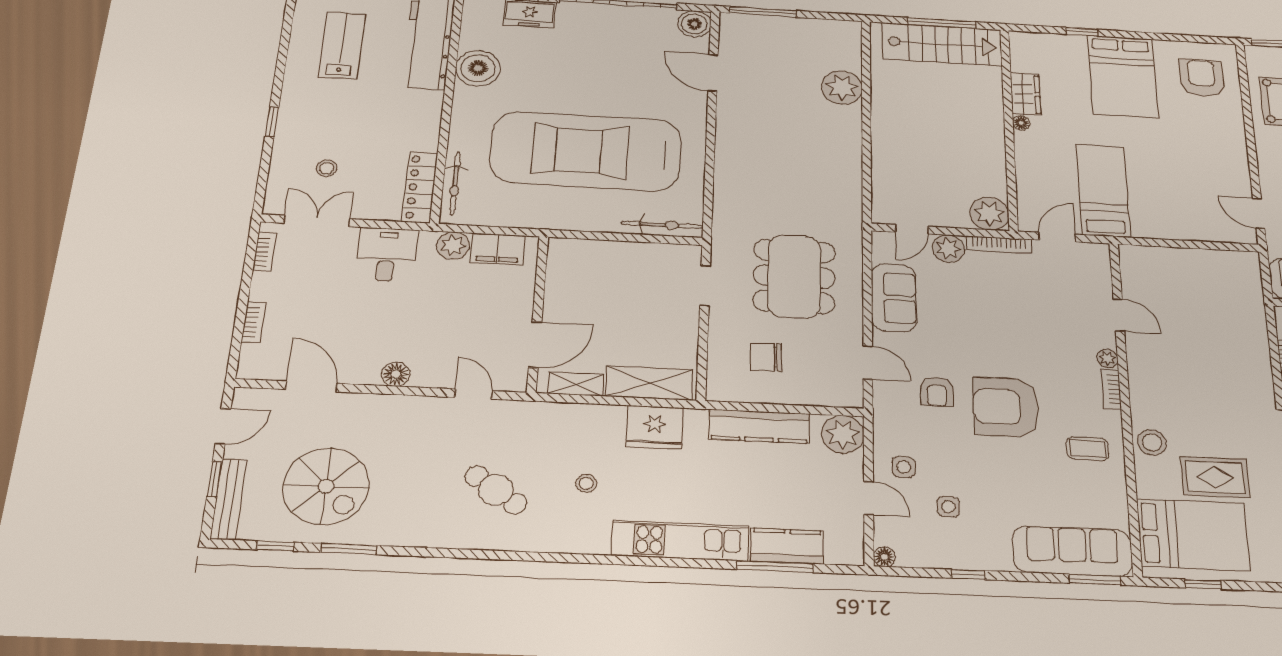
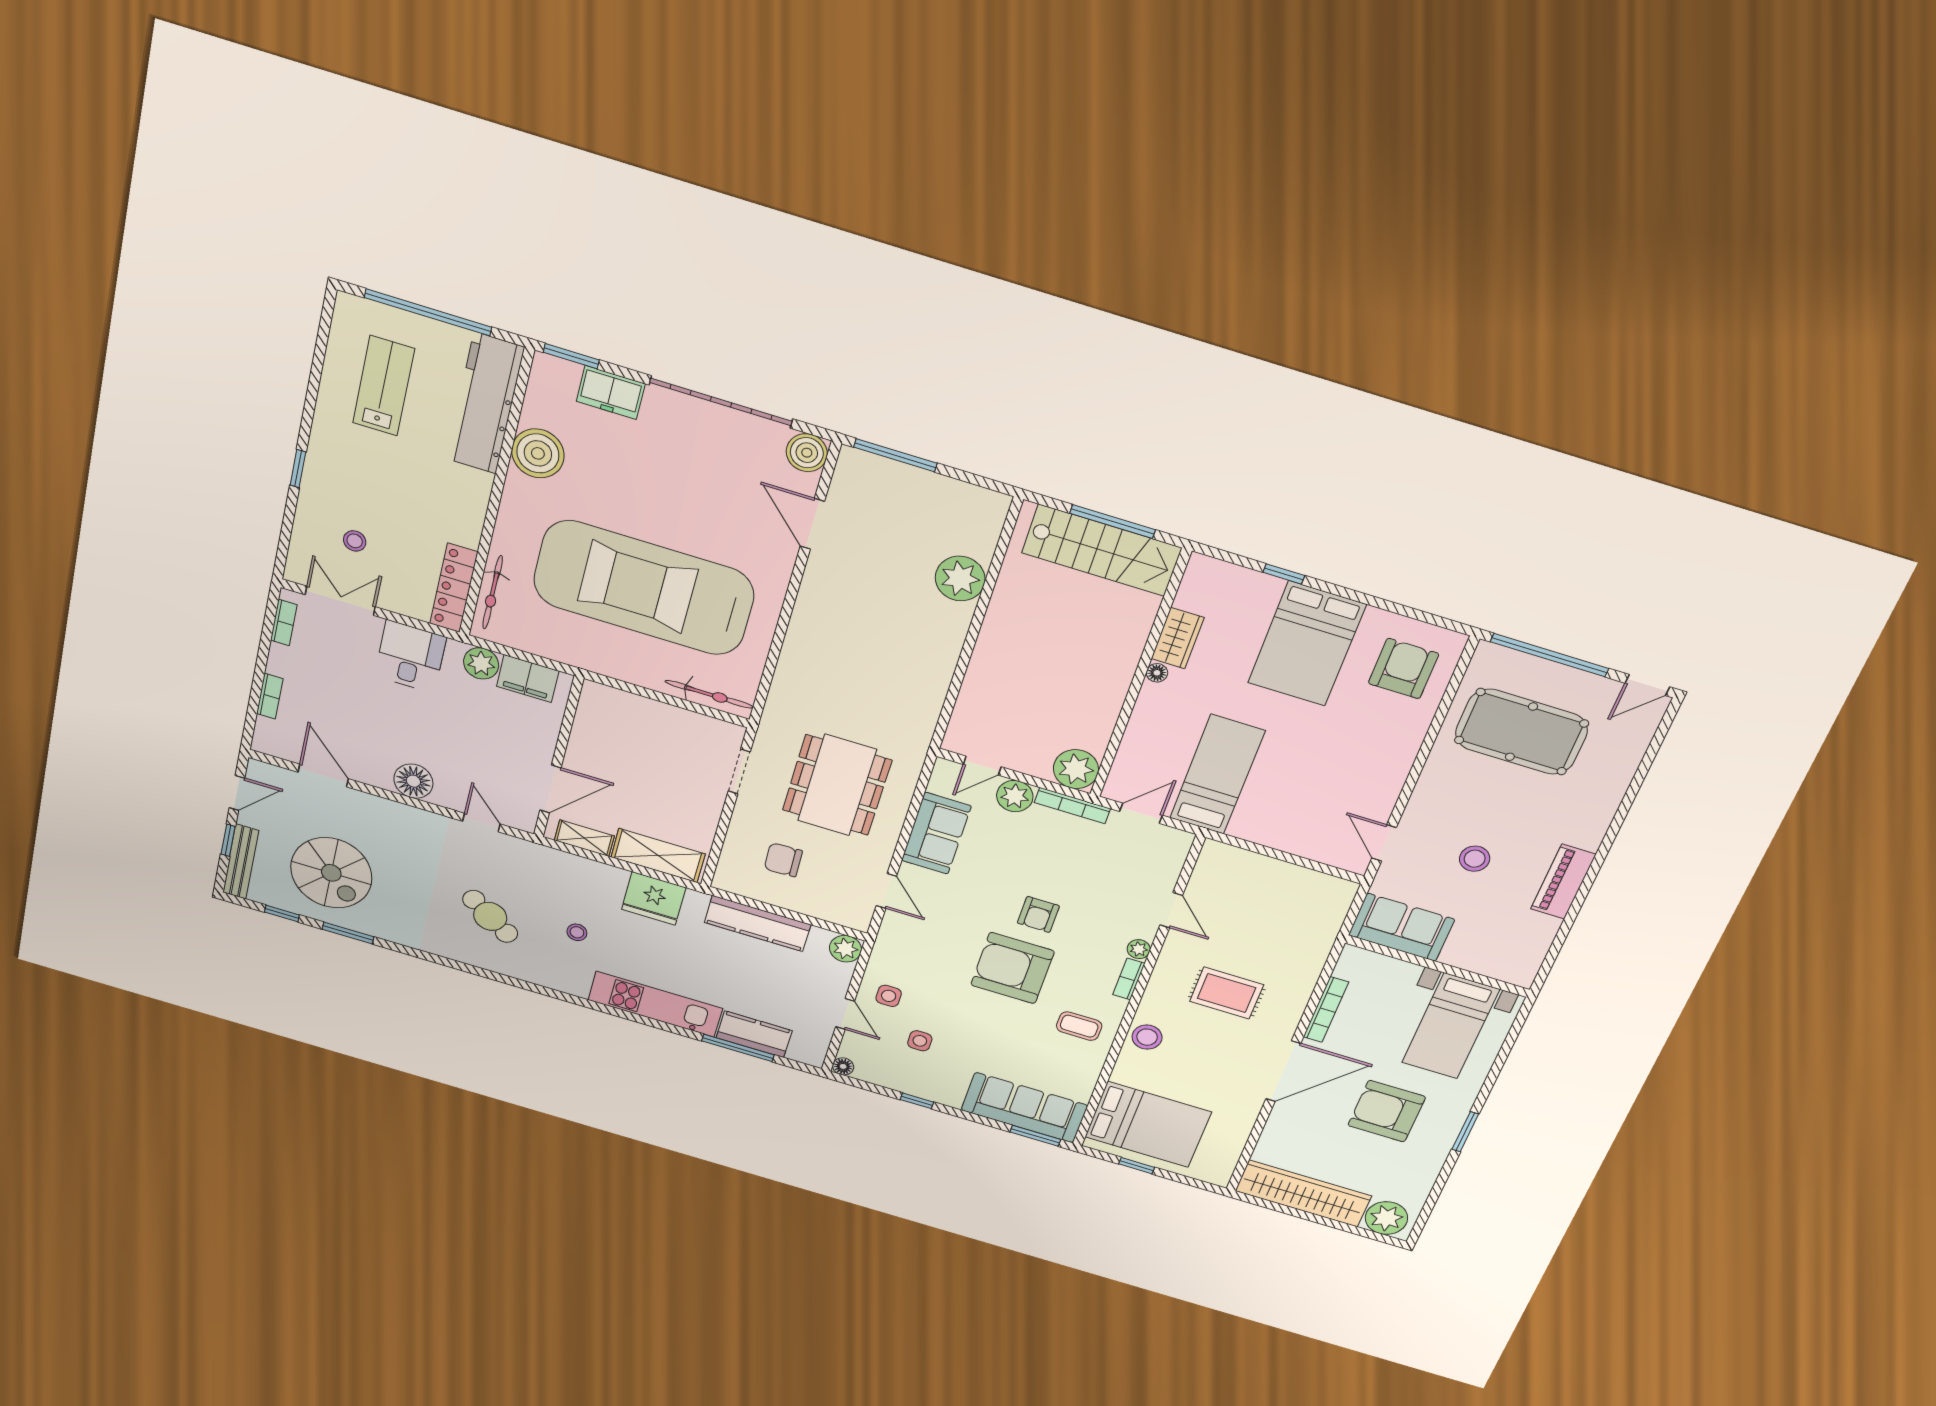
floor lamp: (396, 374) -> (413, 781), width x1.38, depth x1.38
armchair: (937, 392) -> (1038, 914), moved
plant: (843, 434) -> (845, 949), width x0.73, depth x0.73
rug: (1215, 477) -> (1227, 993), moved

